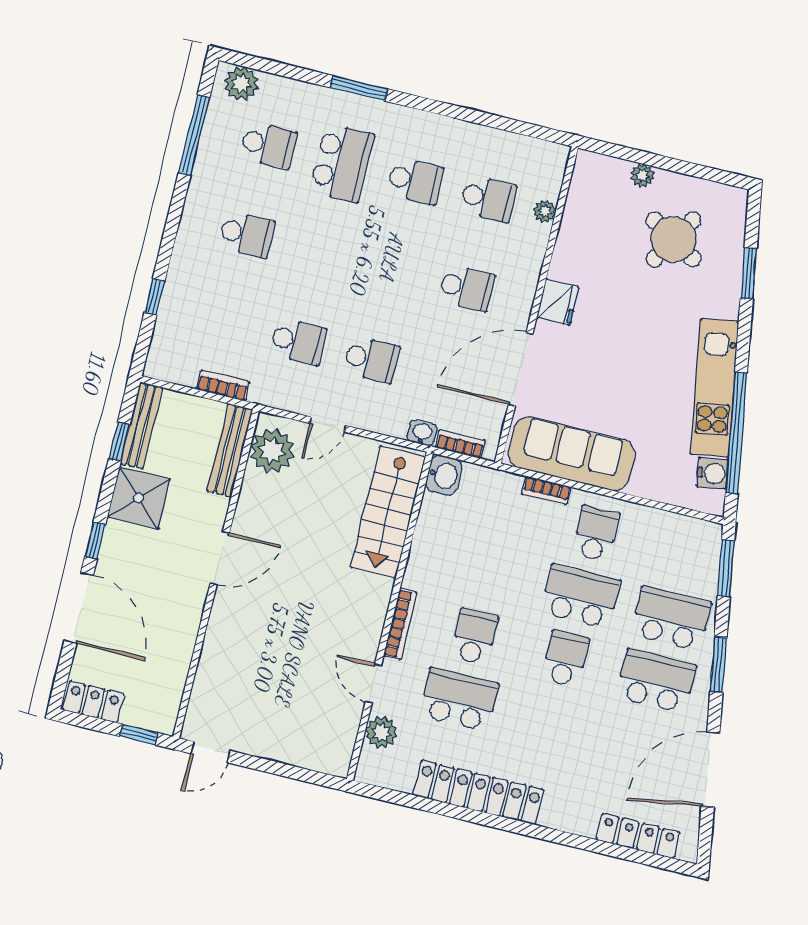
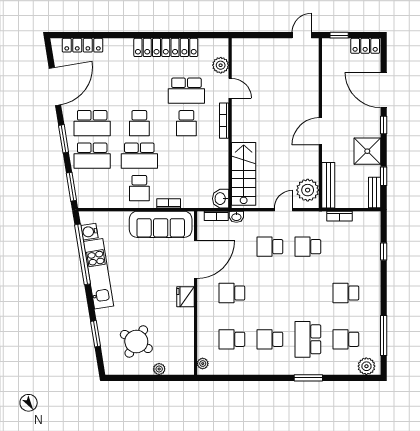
plant: (545, 211) -> (203, 364), moved
bench: (141, 426) -> (375, 192), width x0.73

